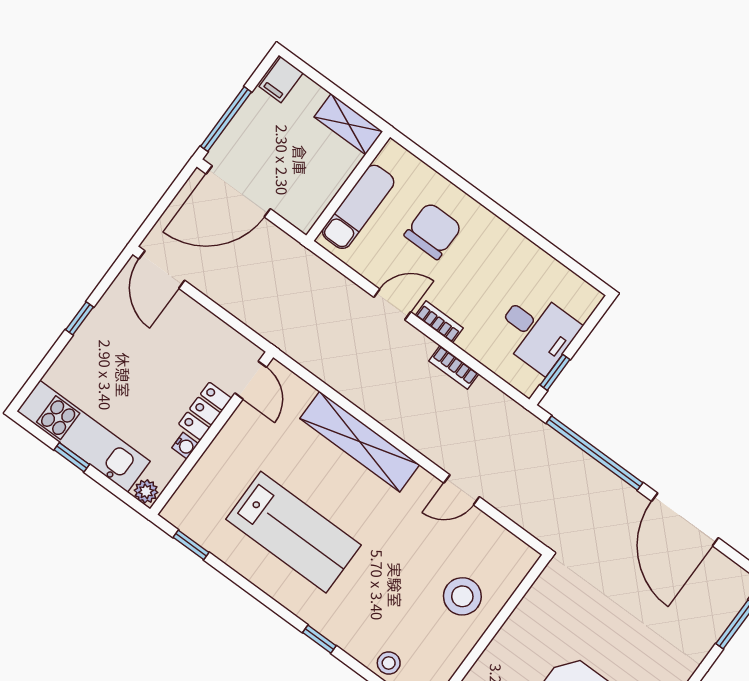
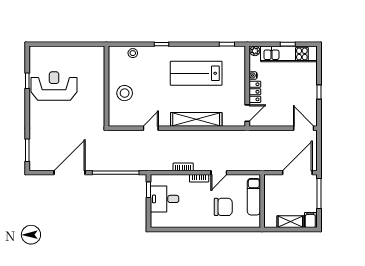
shelving: (348, 124) -> (290, 222), moved
chair: (433, 231) -> (223, 207), turned -90
door: (251, 380) -> (247, 113), swing flipped
door: (685, 520) -> (70, 173), hinge flipped

